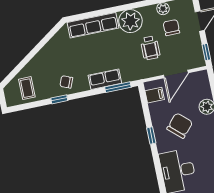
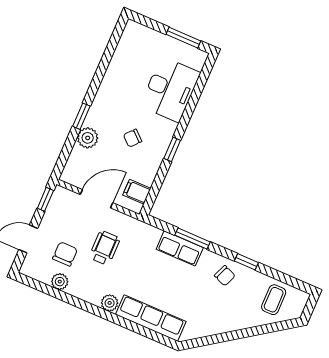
plant: (130, 21) -> (110, 303), width x0.53, depth x0.53
chair: (171, 28) -> (65, 254), turned 180
window: (118, 87) -> (193, 239), moved
chair: (180, 126) -> (133, 138), width x0.54, depth x0.54

